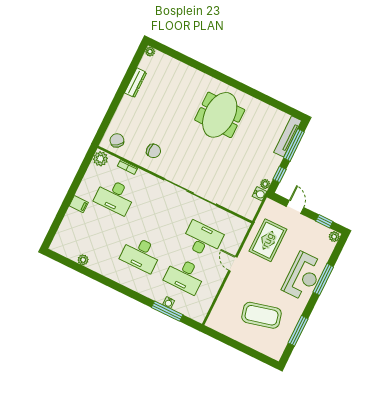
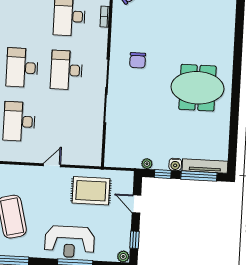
chair: (153, 151) -> (138, 60), moved
water cooler: (260, 194) -> (175, 164), moved
door: (295, 207) -> (136, 204), swing flipped
desk: (202, 239) -> (66, 70), moved, turned 180

